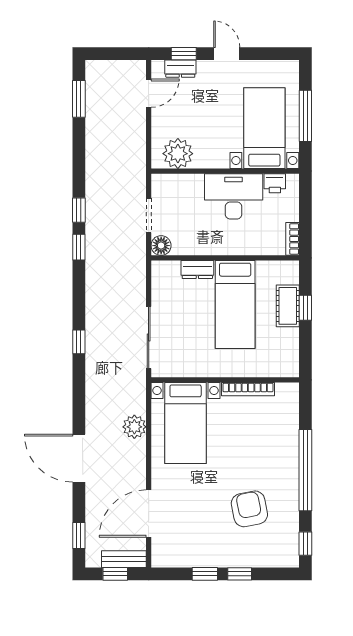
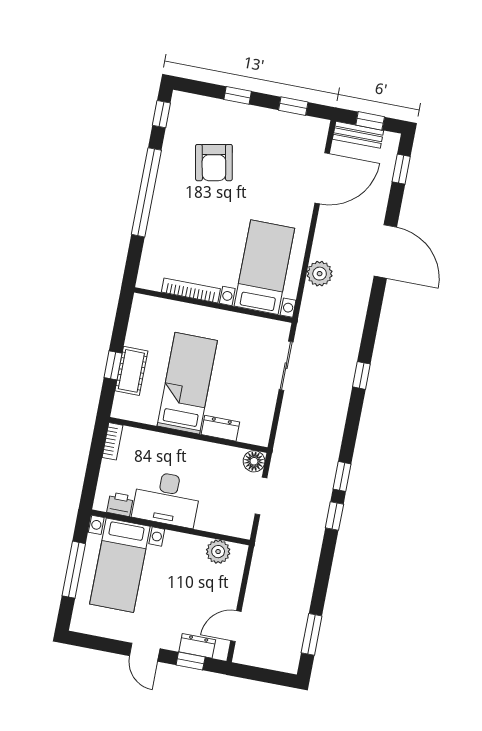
plant: (178, 154) -> (218, 552), width x0.73, depth x0.73
sliding door: (149, 338) -> (286, 366), width x0.73
window: (205, 574) -> (293, 106), moved

